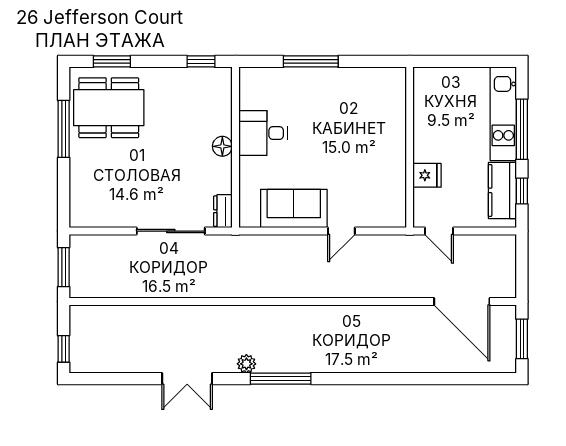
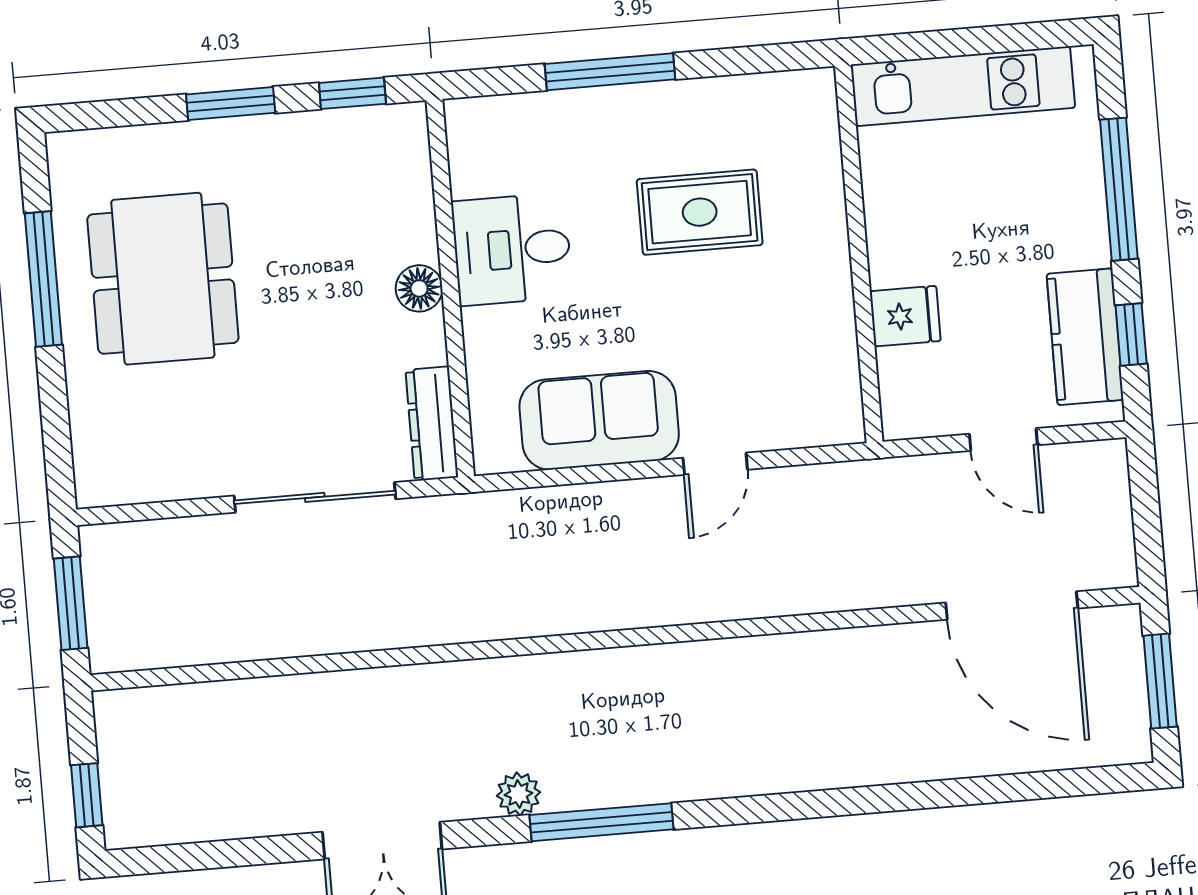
window: (112, 61) -> (231, 104), moved
dining table: (109, 108) -> (163, 279), moved, turned 90
kitchen unit: (503, 114) -> (963, 86), moved, turned -90
rug: (344, 124) -> (700, 212), added
dresser: (223, 211) -> (432, 424), width x1.44
door: (439, 231) -> (1003, 440), moved

